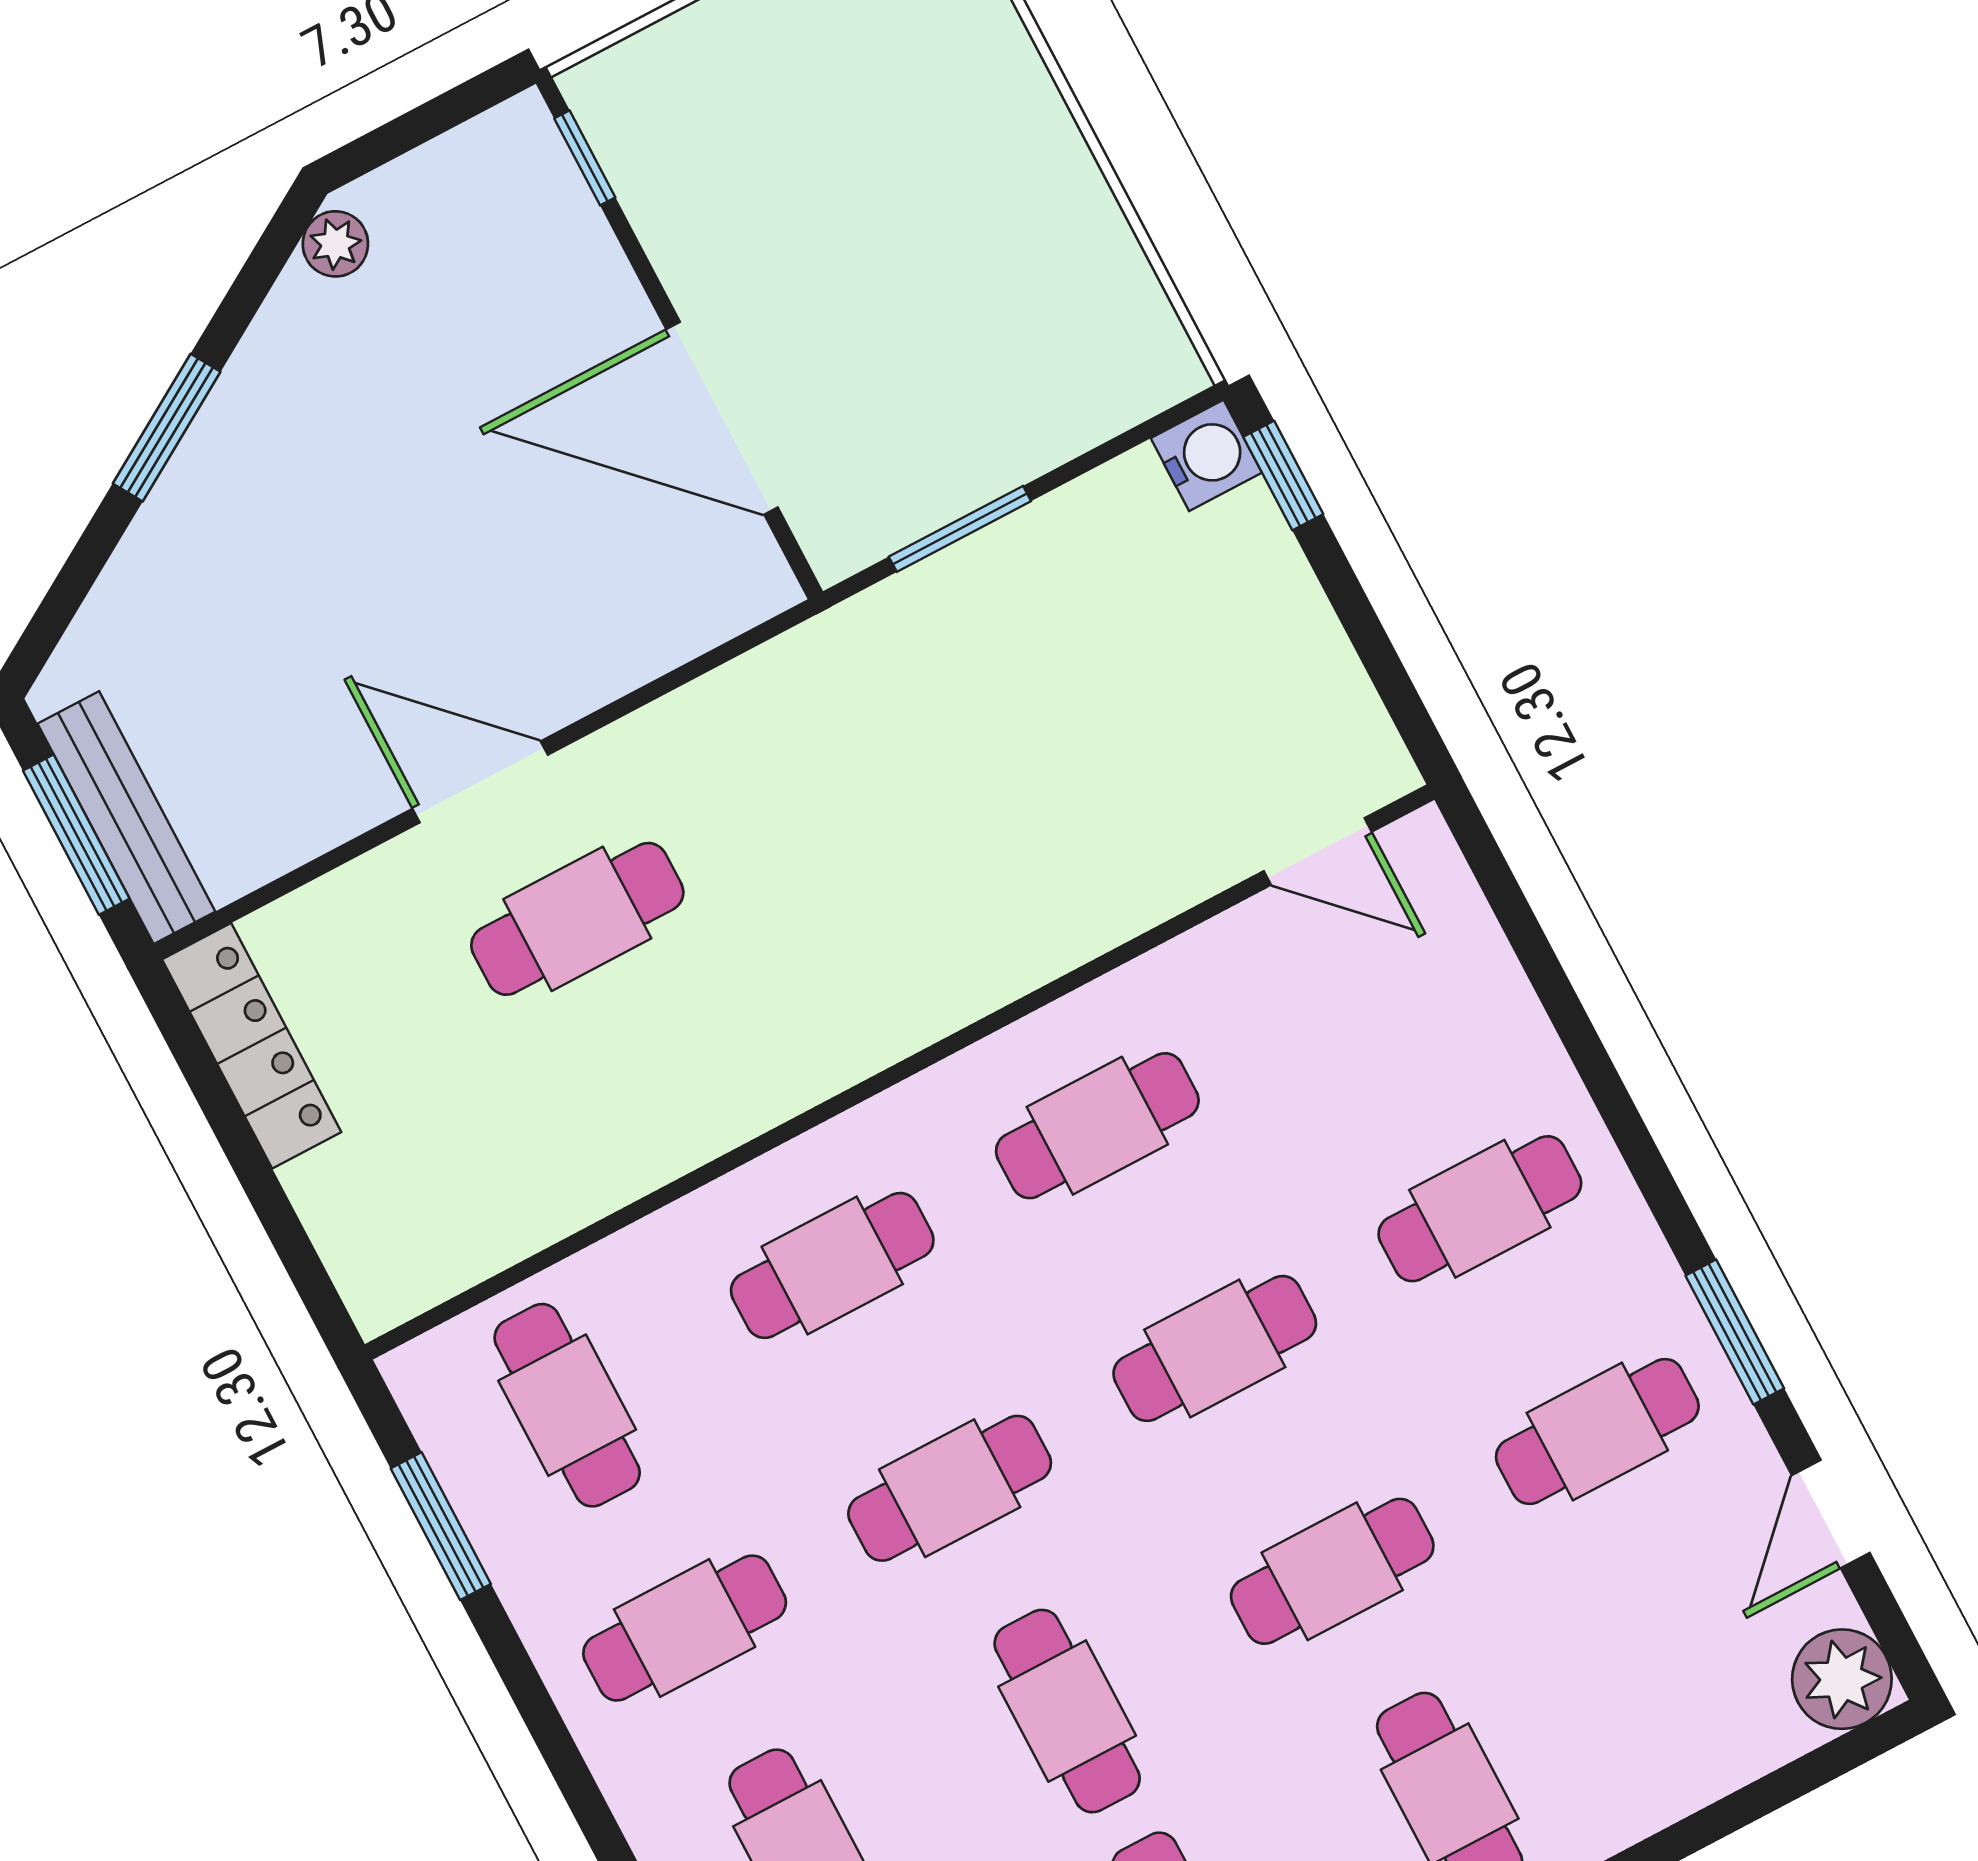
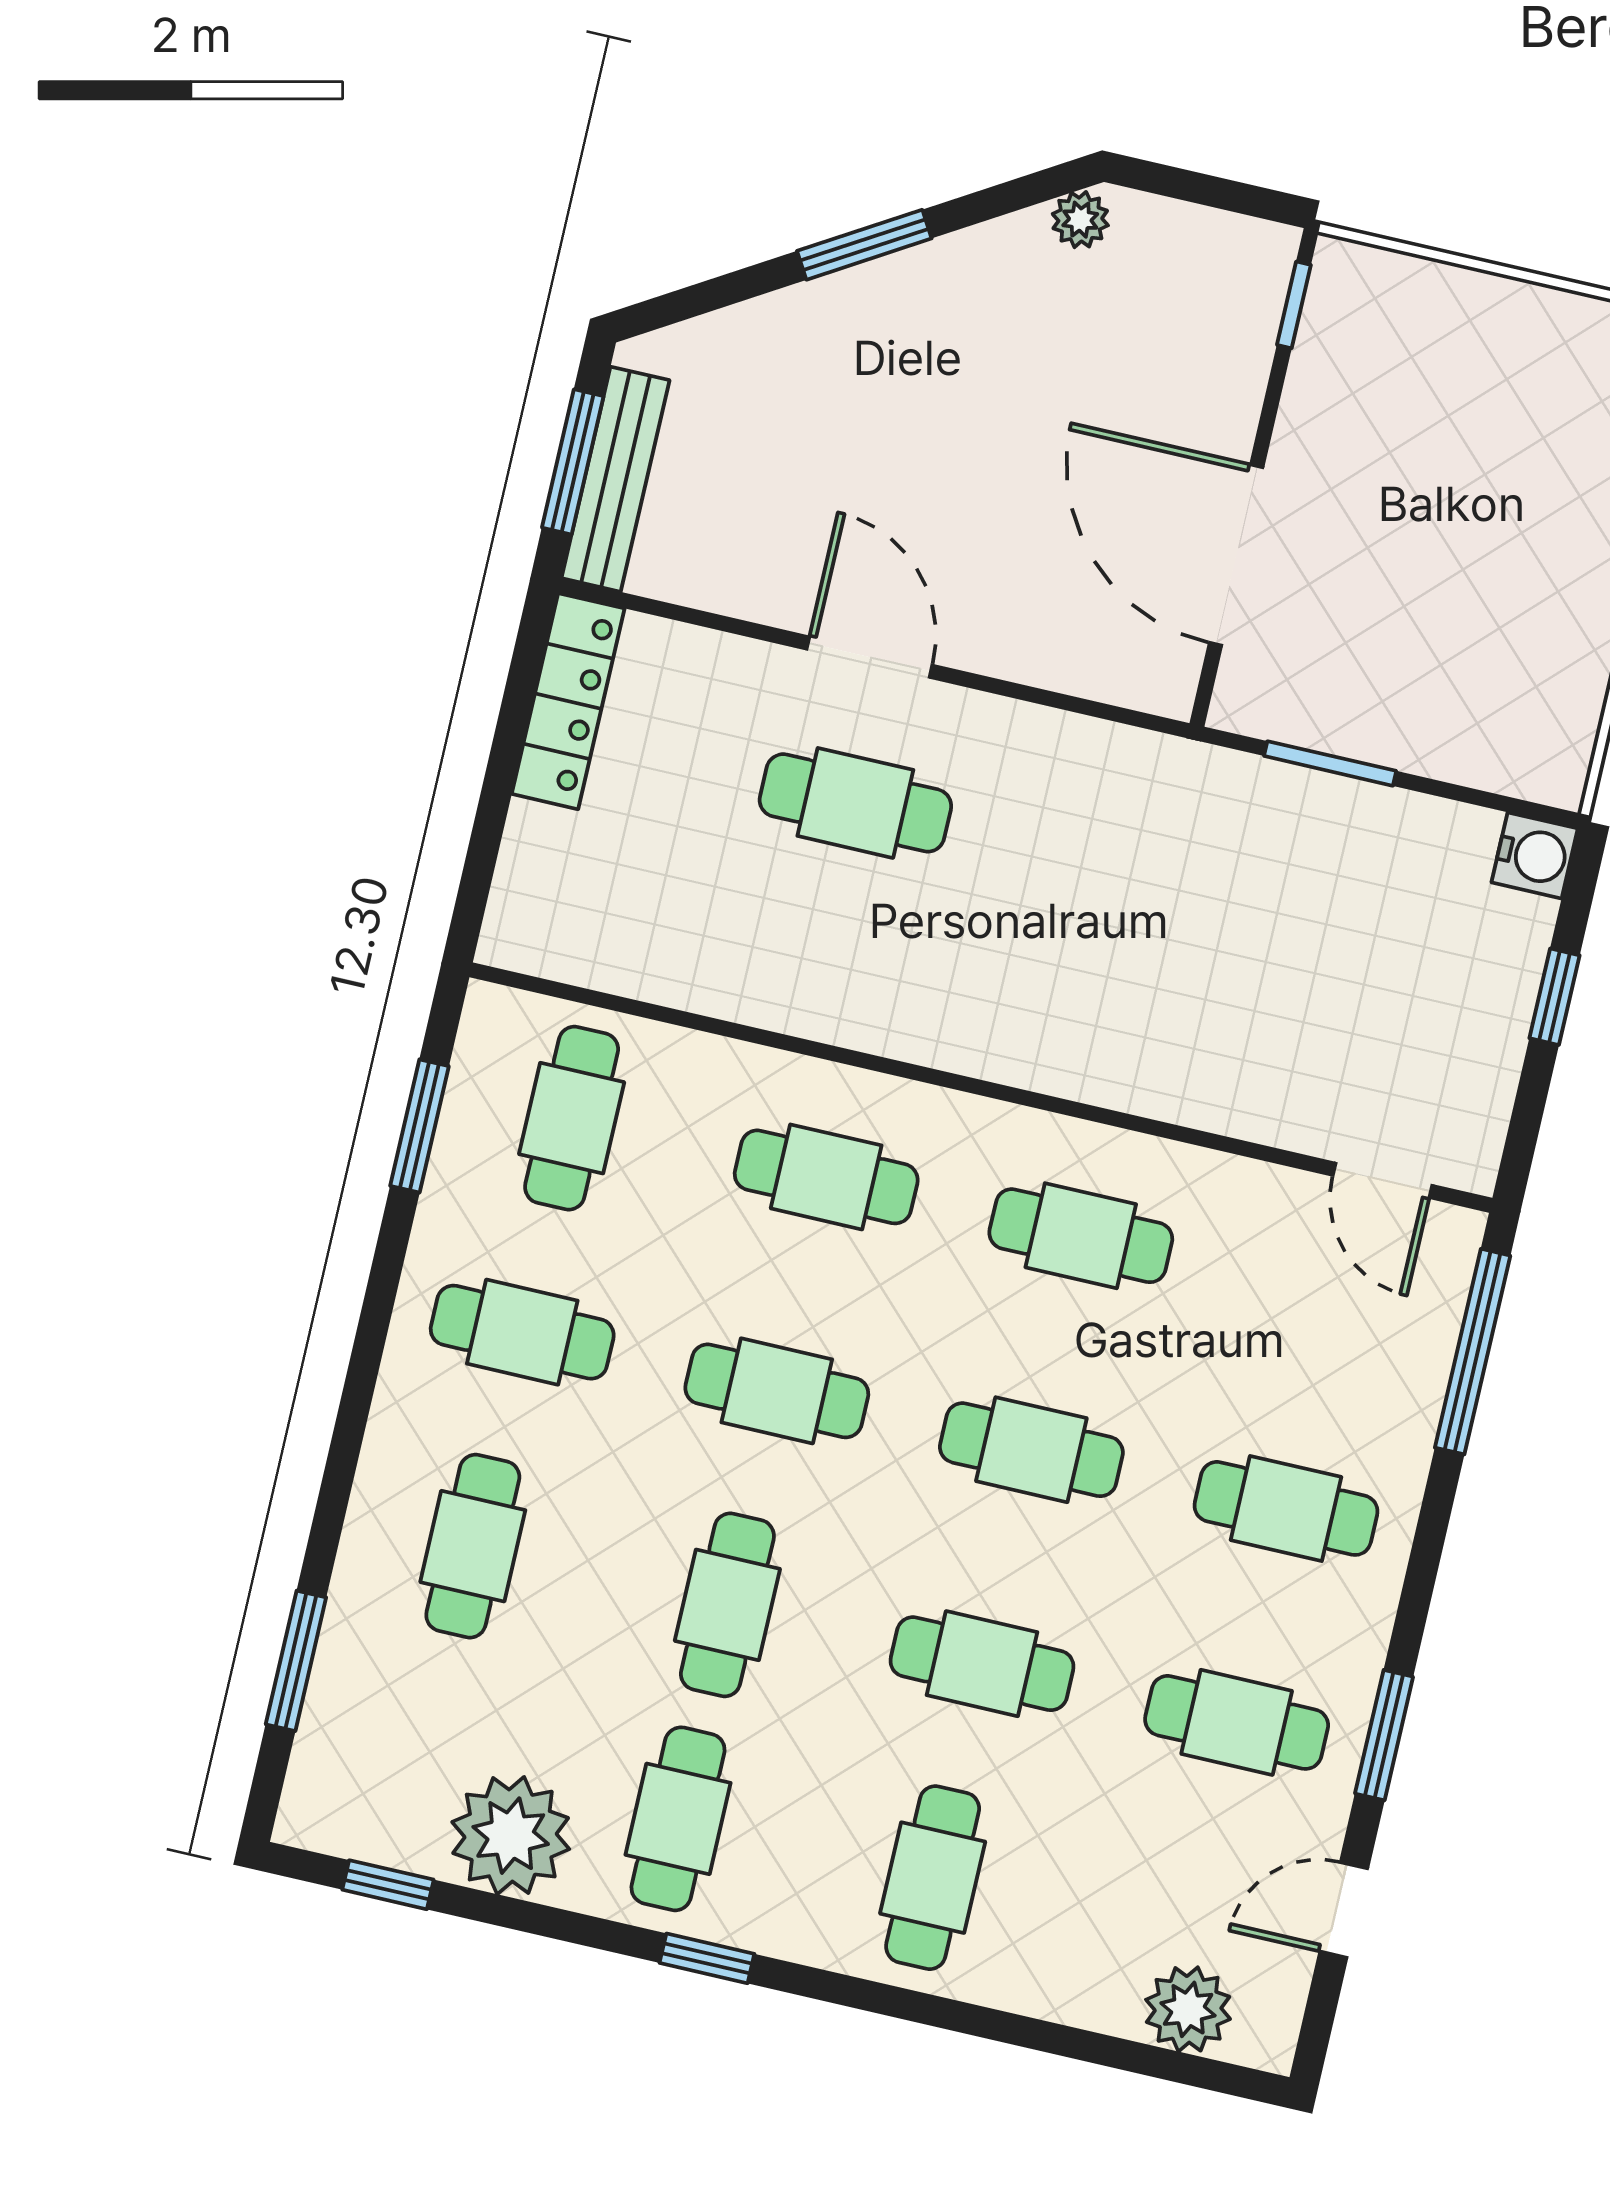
window: (1283, 476) -> (1554, 997), moved
window: (1524, 933) -> (1473, 1352), added
plant: (1842, 1679) -> (1188, 2009), moved

